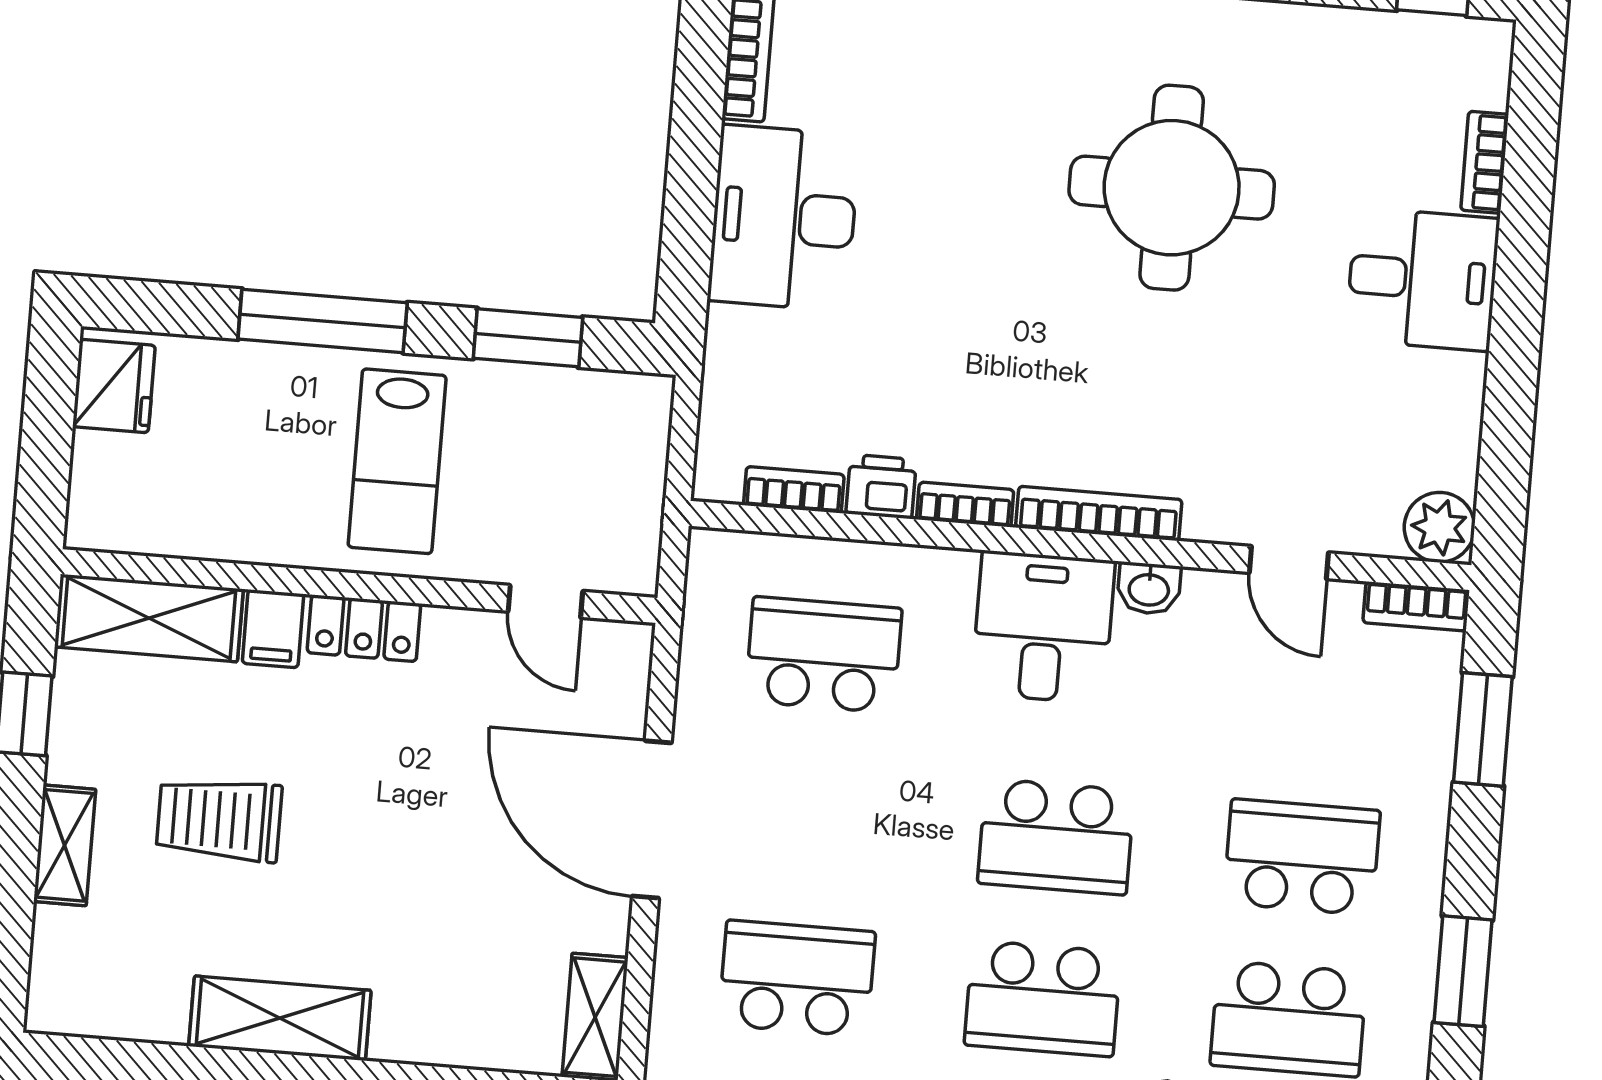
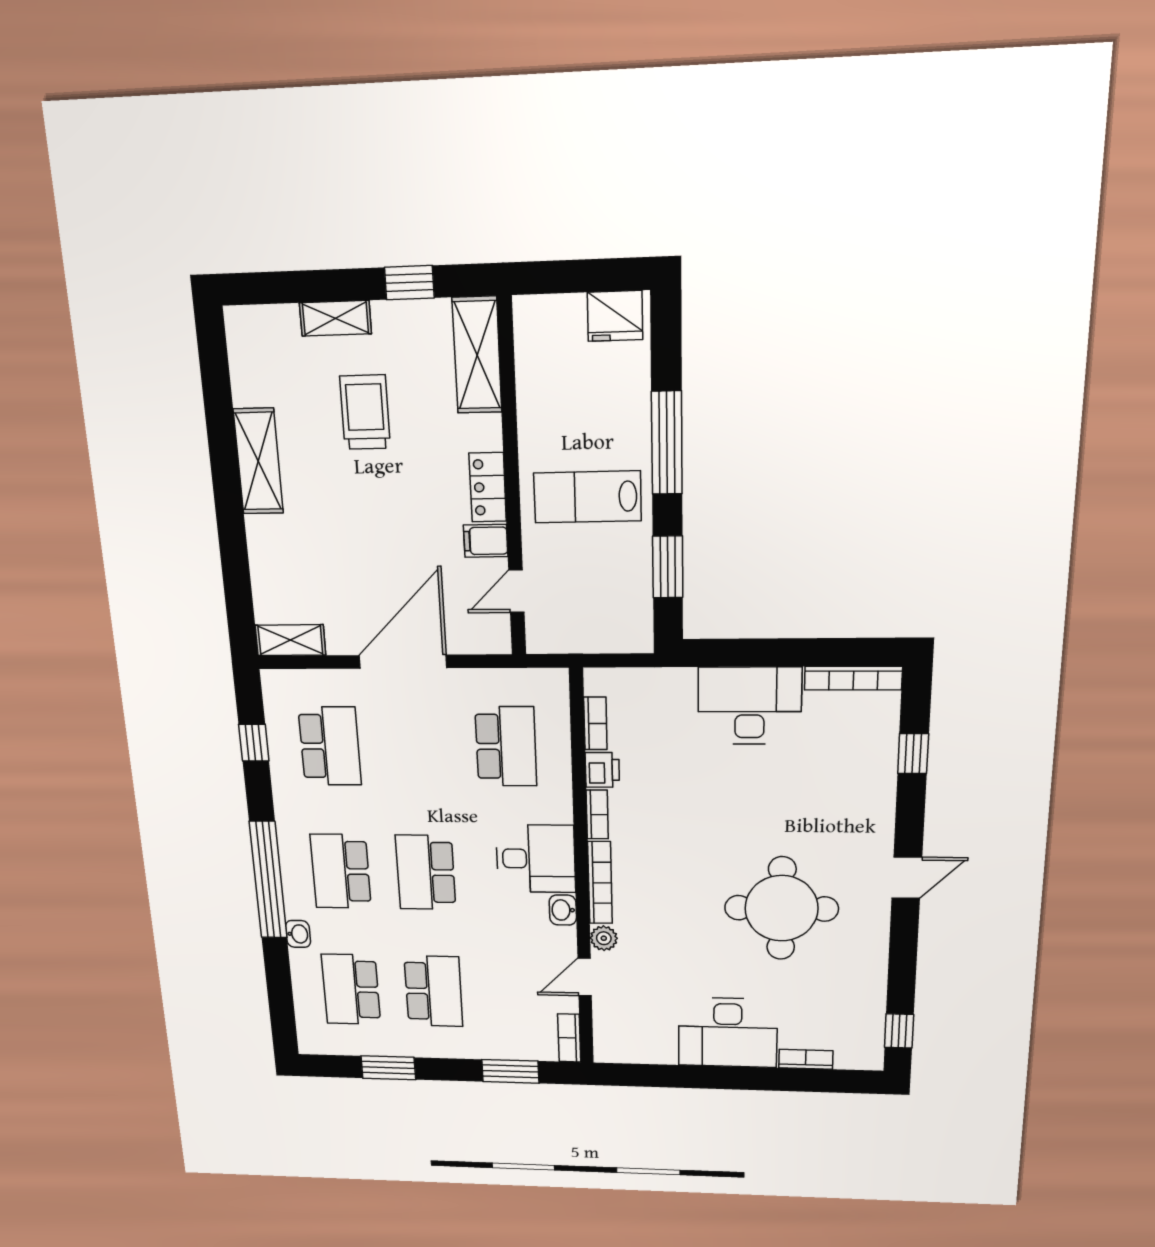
desk: (1423, 279) -> (728, 1033), width x1.37
plant: (1439, 527) -> (604, 938), moved, width x0.73, depth x0.73
filing cabinet: (273, 629) -> (486, 541), moved

